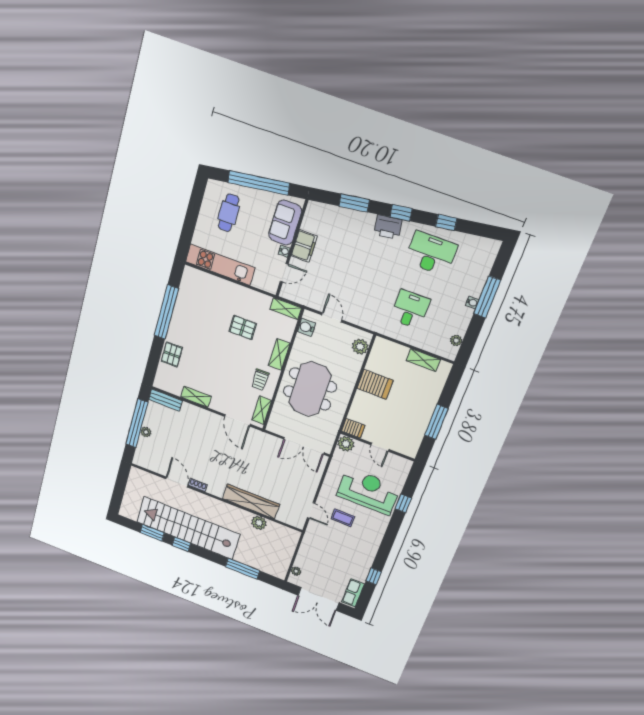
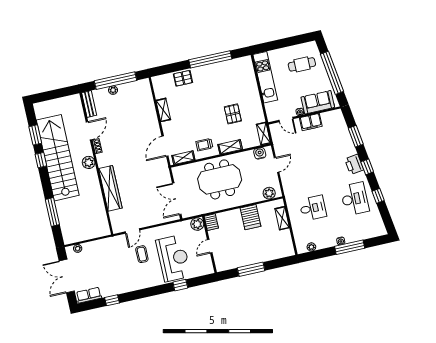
shelving: (423, 360) -> (282, 218), moved
bench: (166, 400) -> (89, 104), moved
plant: (259, 523) -> (89, 162), moved

